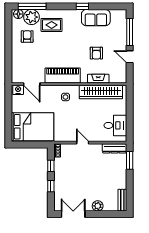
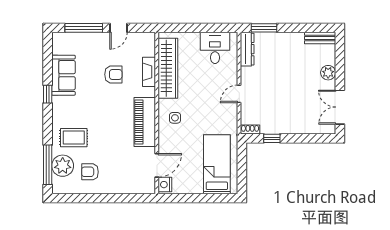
floor lamp: (18, 14) -> (58, 184), removed
rug: (52, 25) -> (74, 138), turned 90
bed: (33, 127) -> (217, 164), width x0.67
window: (51, 186) -> (300, 138), removed

